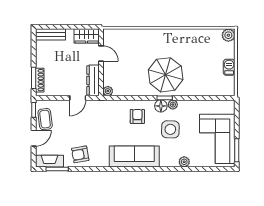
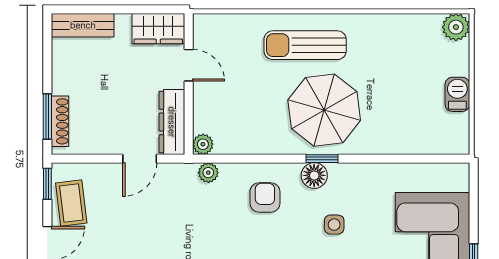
sun lounger: (156, 44) -> (305, 45), added
plant: (173, 105) -> (208, 173), moved
side table: (170, 129) -> (334, 225), width x0.54, depth x0.54

